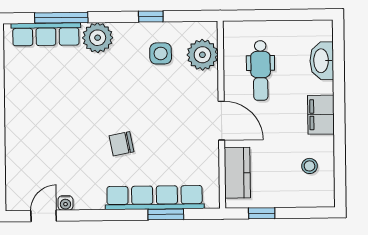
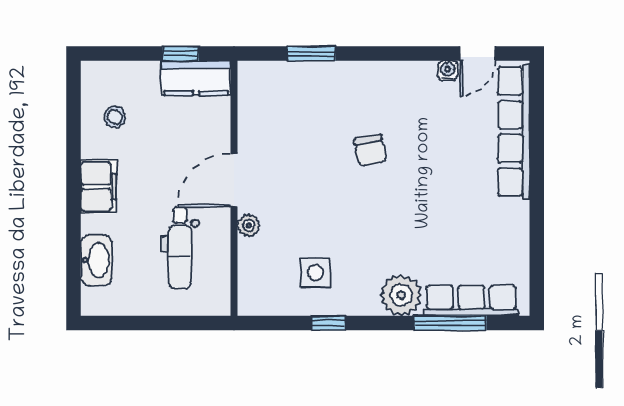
plant: (202, 55) -> (249, 225), moved, width x0.53, depth x0.53
dental chair: (261, 70) -> (180, 248), turned 180
door: (221, 121) -> (234, 180), hinge flipped
chair: (122, 144) -> (370, 150), turned 89
kitchen counter: (237, 173) -> (196, 78), moved, turned -90
row of seats: (155, 198) -> (514, 132), moved, turned 90

